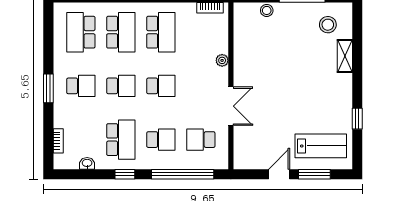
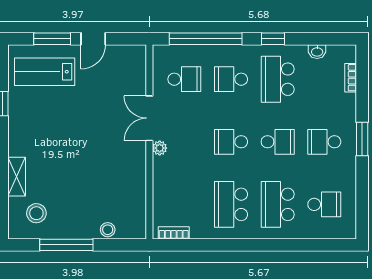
school desk: (81, 32) -> (324, 204), width x0.54
plant: (222, 60) -> (160, 148), moved
school desk: (121, 86) -> (278, 142), turned 180

